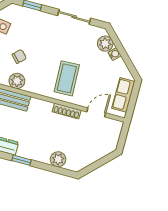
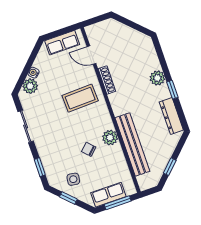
plant: (58, 159) -> (157, 78), moved

